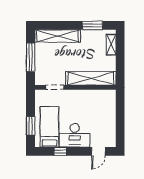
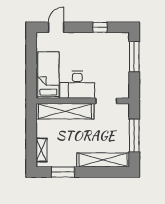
window: (31, 126) -> (134, 57), width x1.44
bed: (49, 127) -> (48, 75), moved, turned 180
desk: (75, 135) -> (77, 85), moved, turned 180

